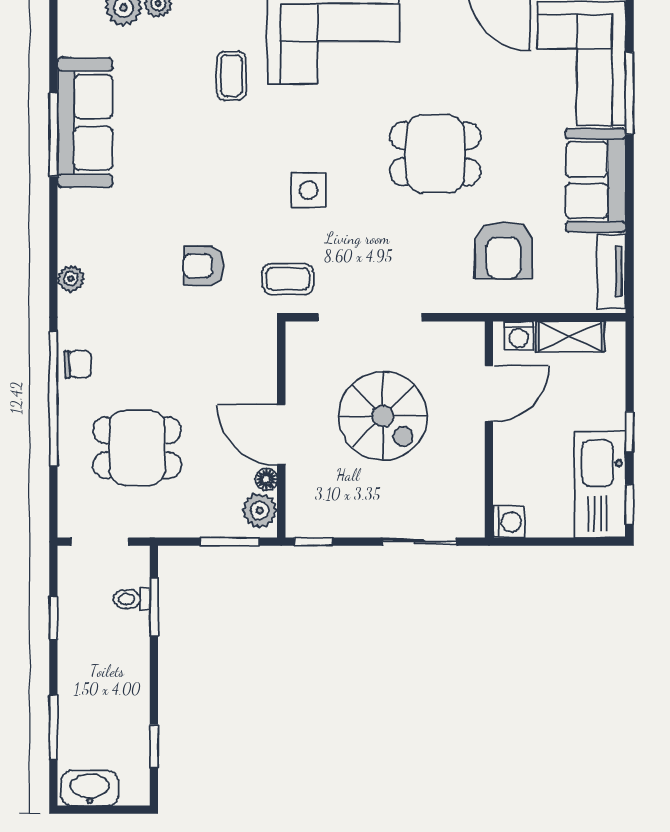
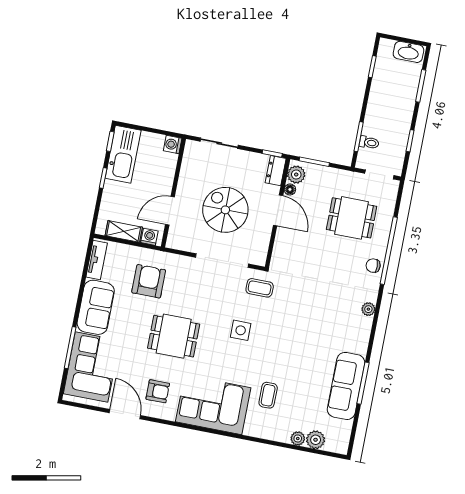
armchair: (203, 266) -> (158, 391), moved
dresser: (301, 510) -> (276, 171), added

